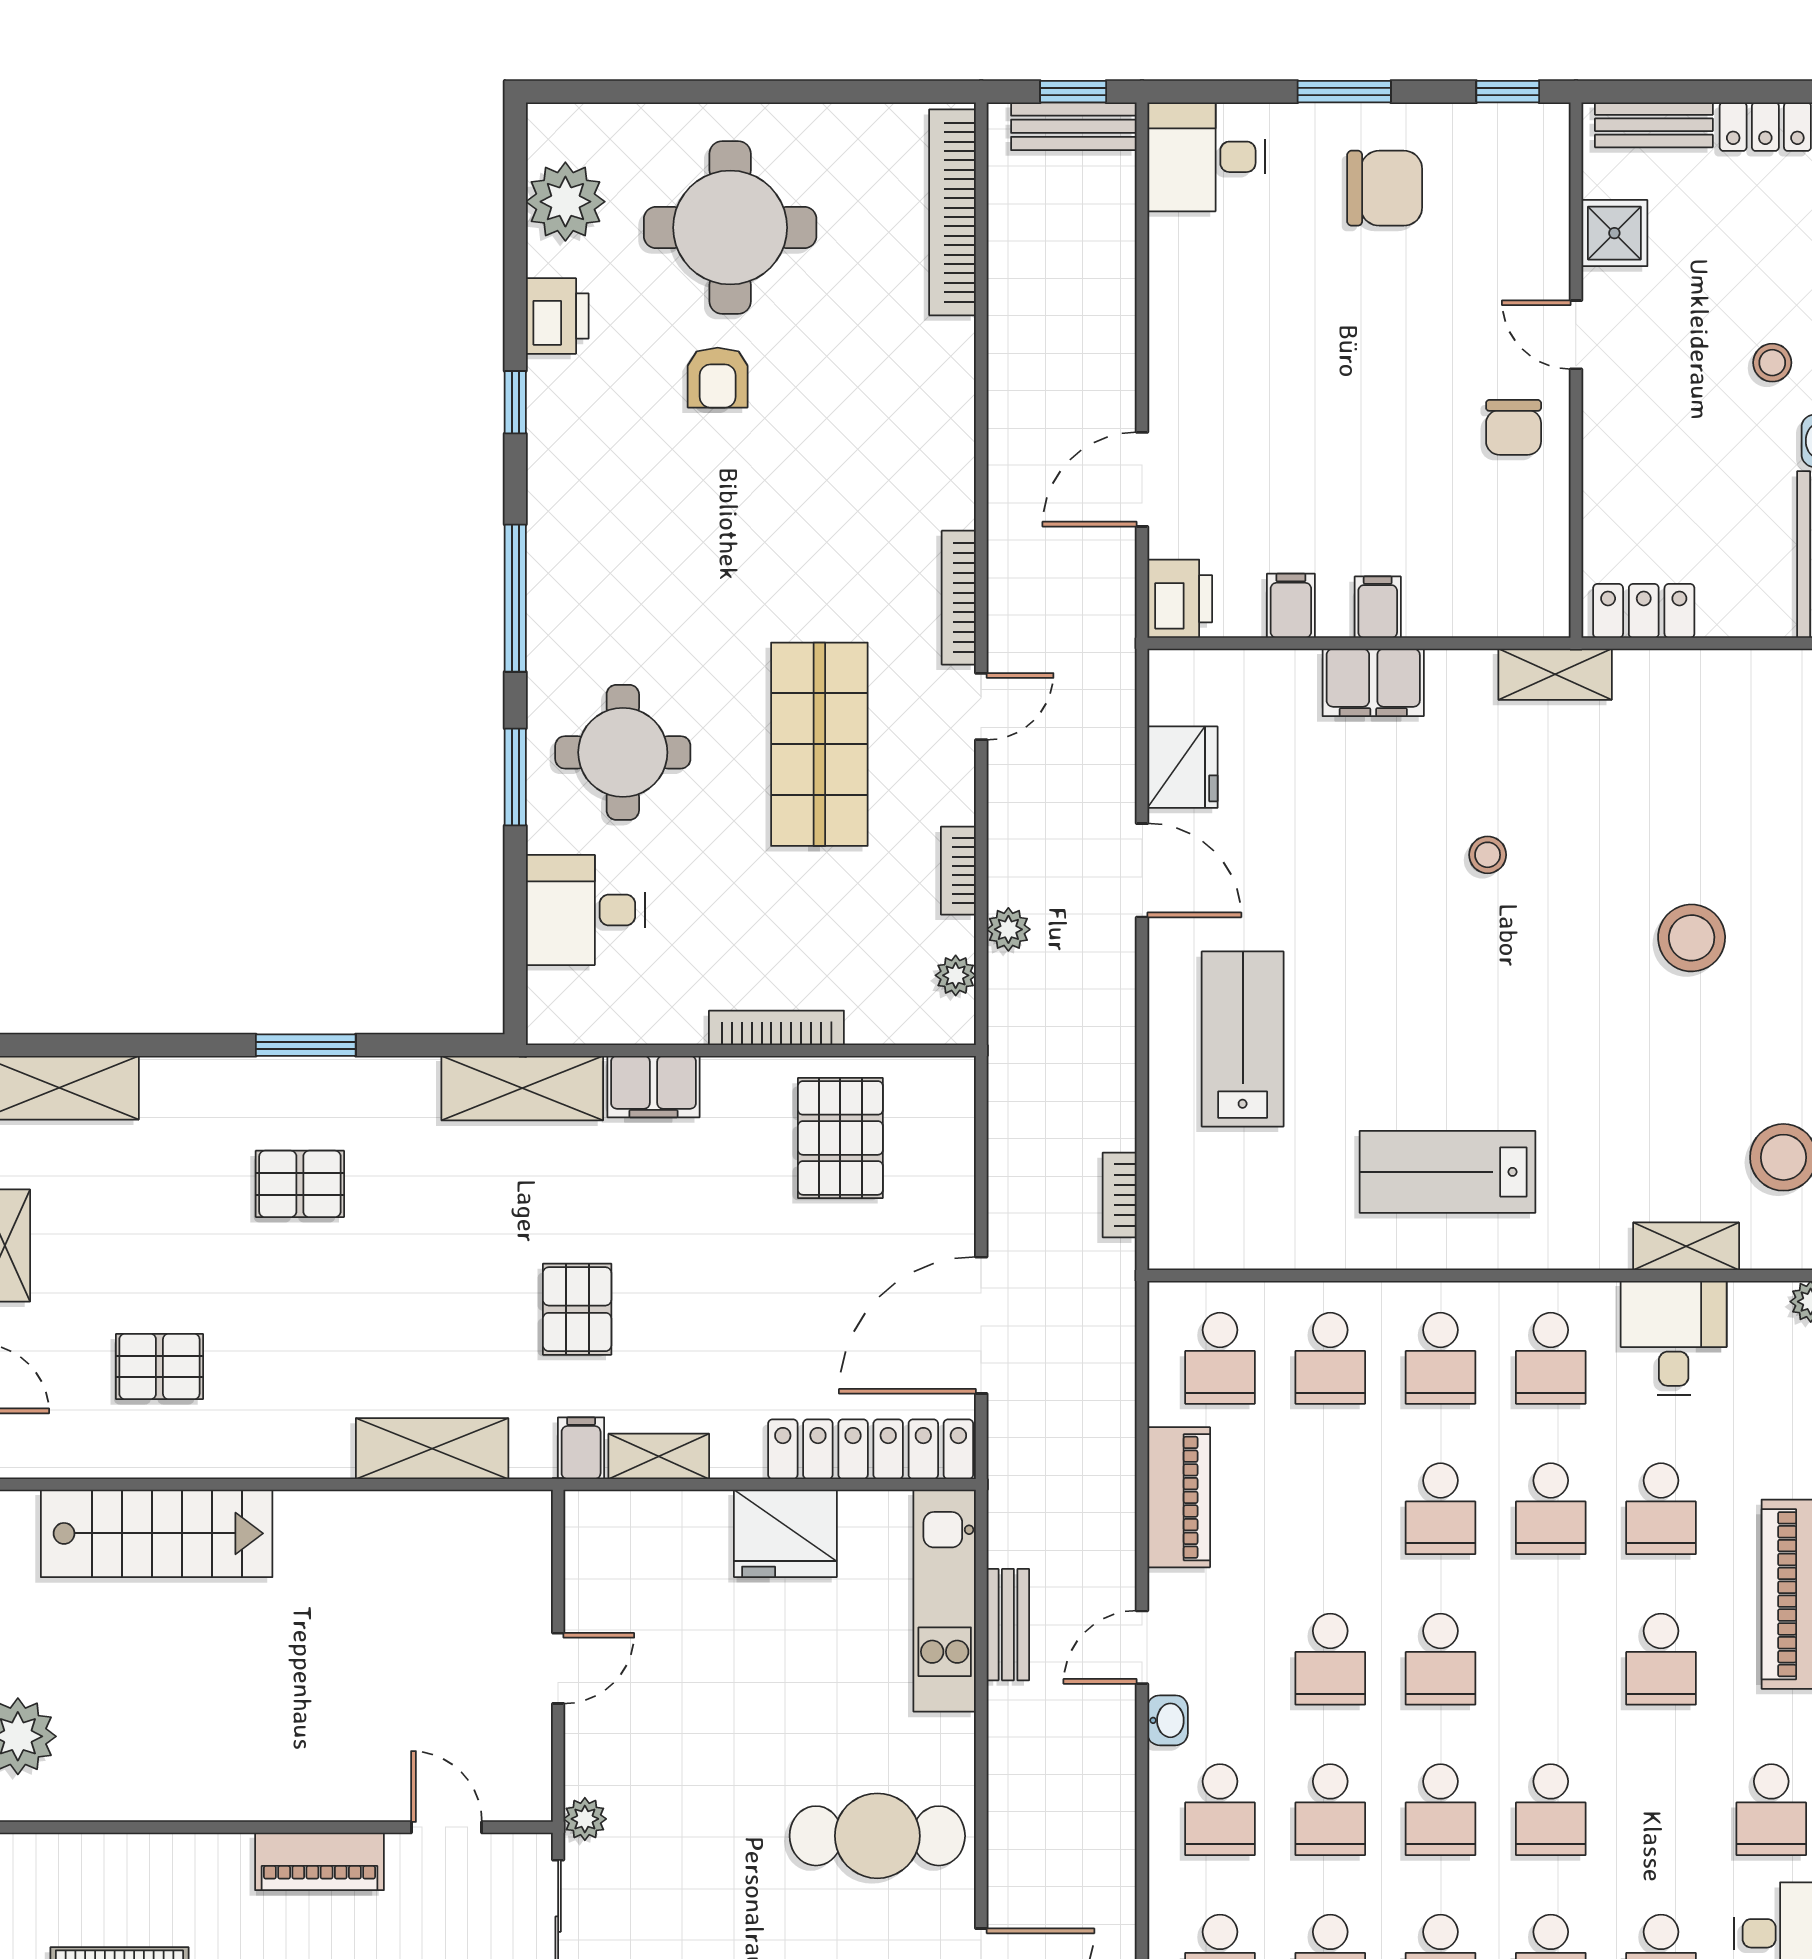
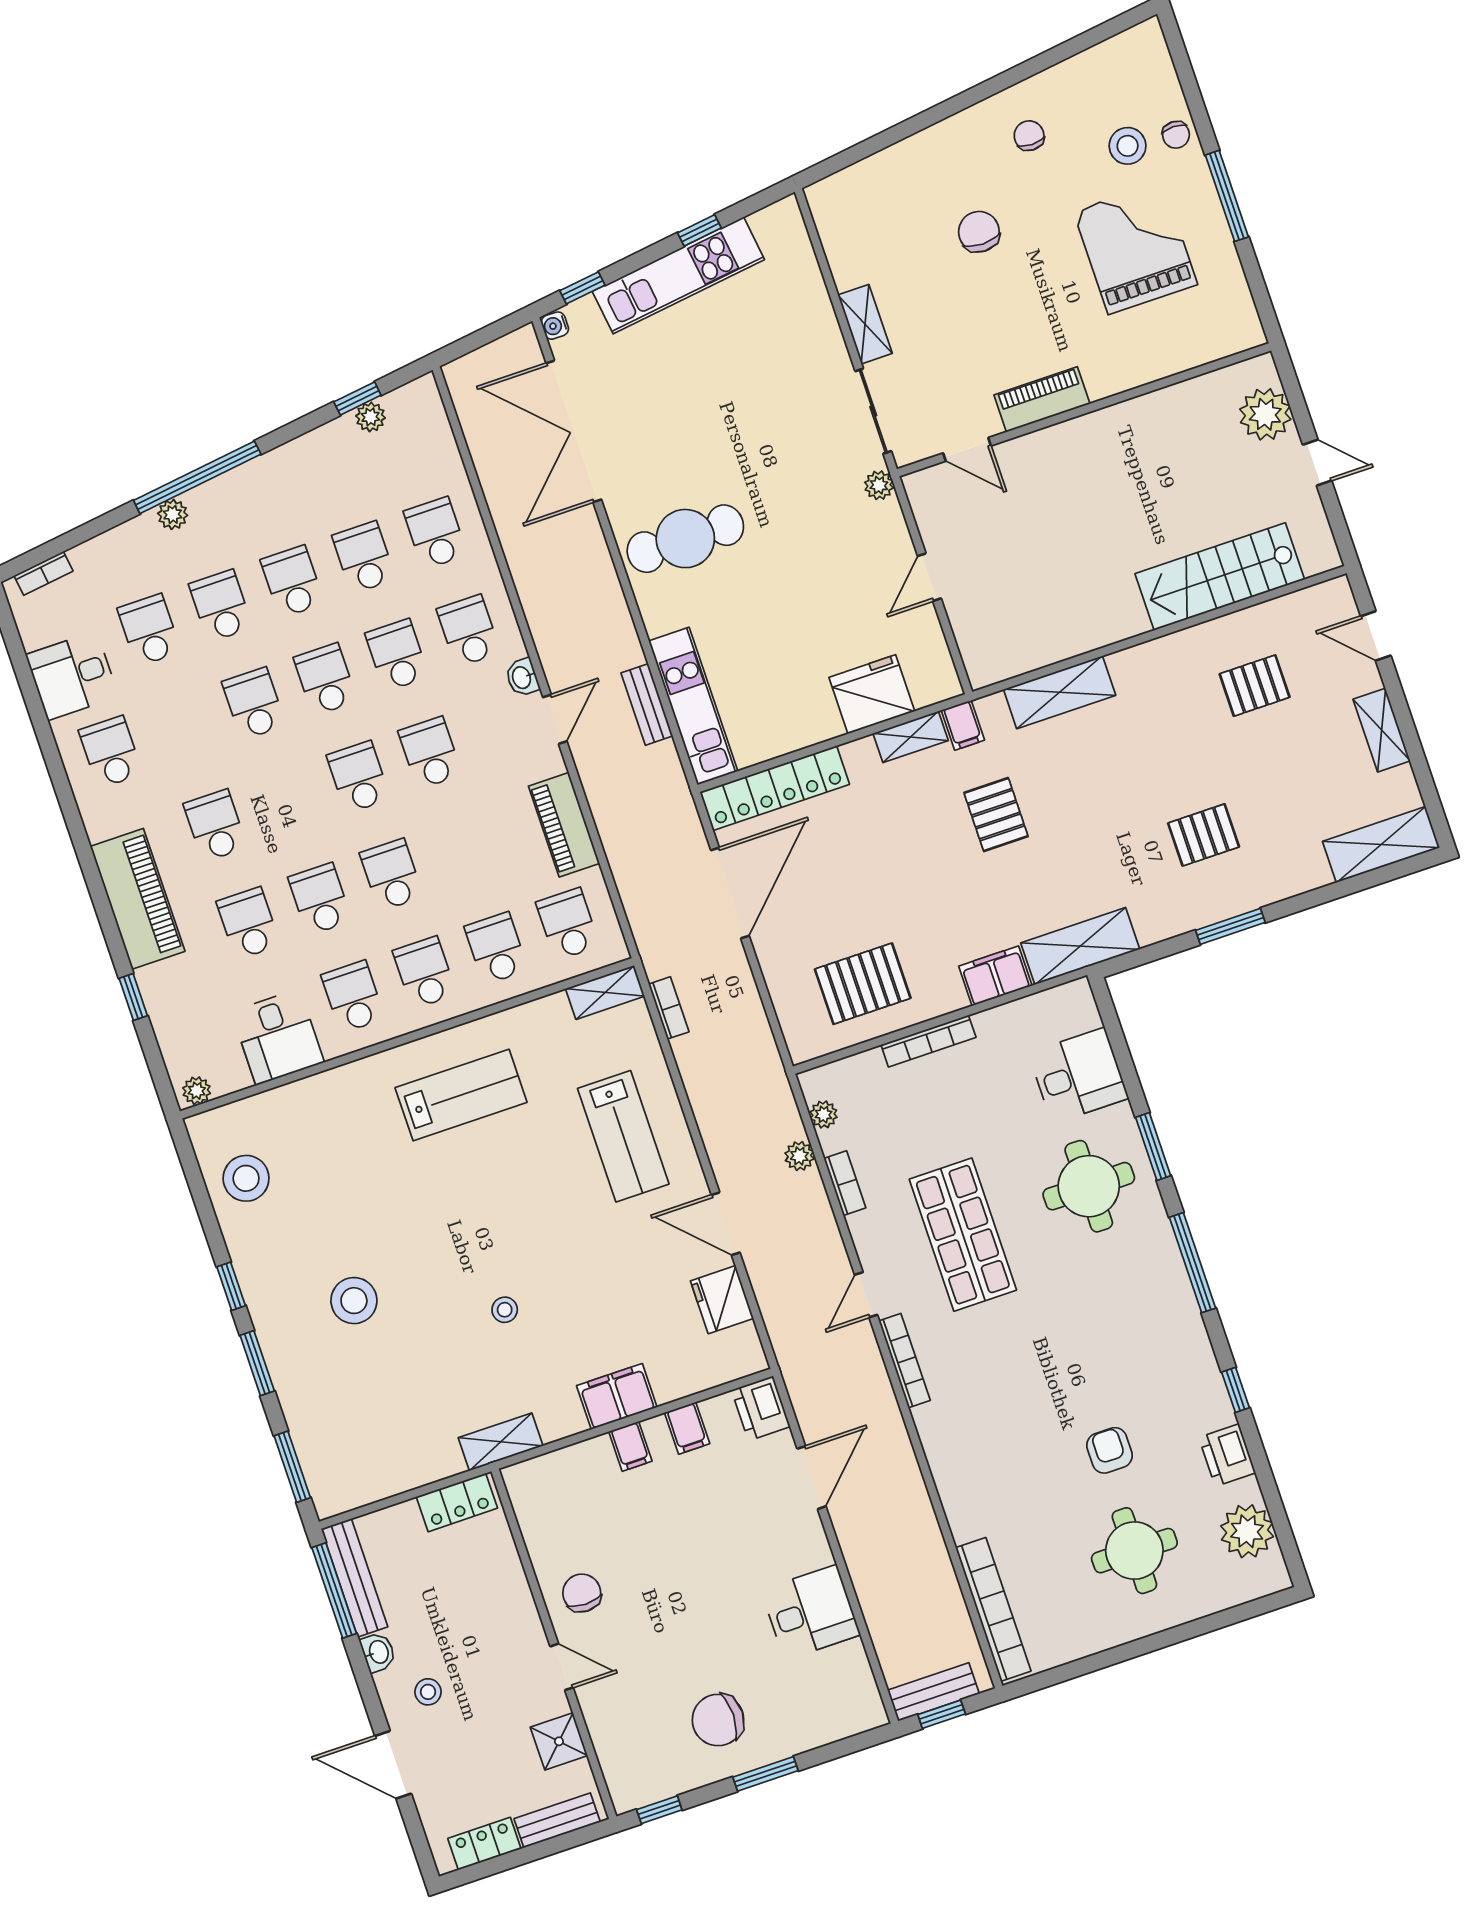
desk: (1206, 157) -> (811, 1612), moved
round table: (730, 228) -> (1134, 1551), width x0.73, depth x0.73
pallet: (840, 1138) -> (863, 984), turned 90
shelving: (1686, 1246) -> (605, 992), moved
fridge: (785, 1533) -> (872, 694), moved

